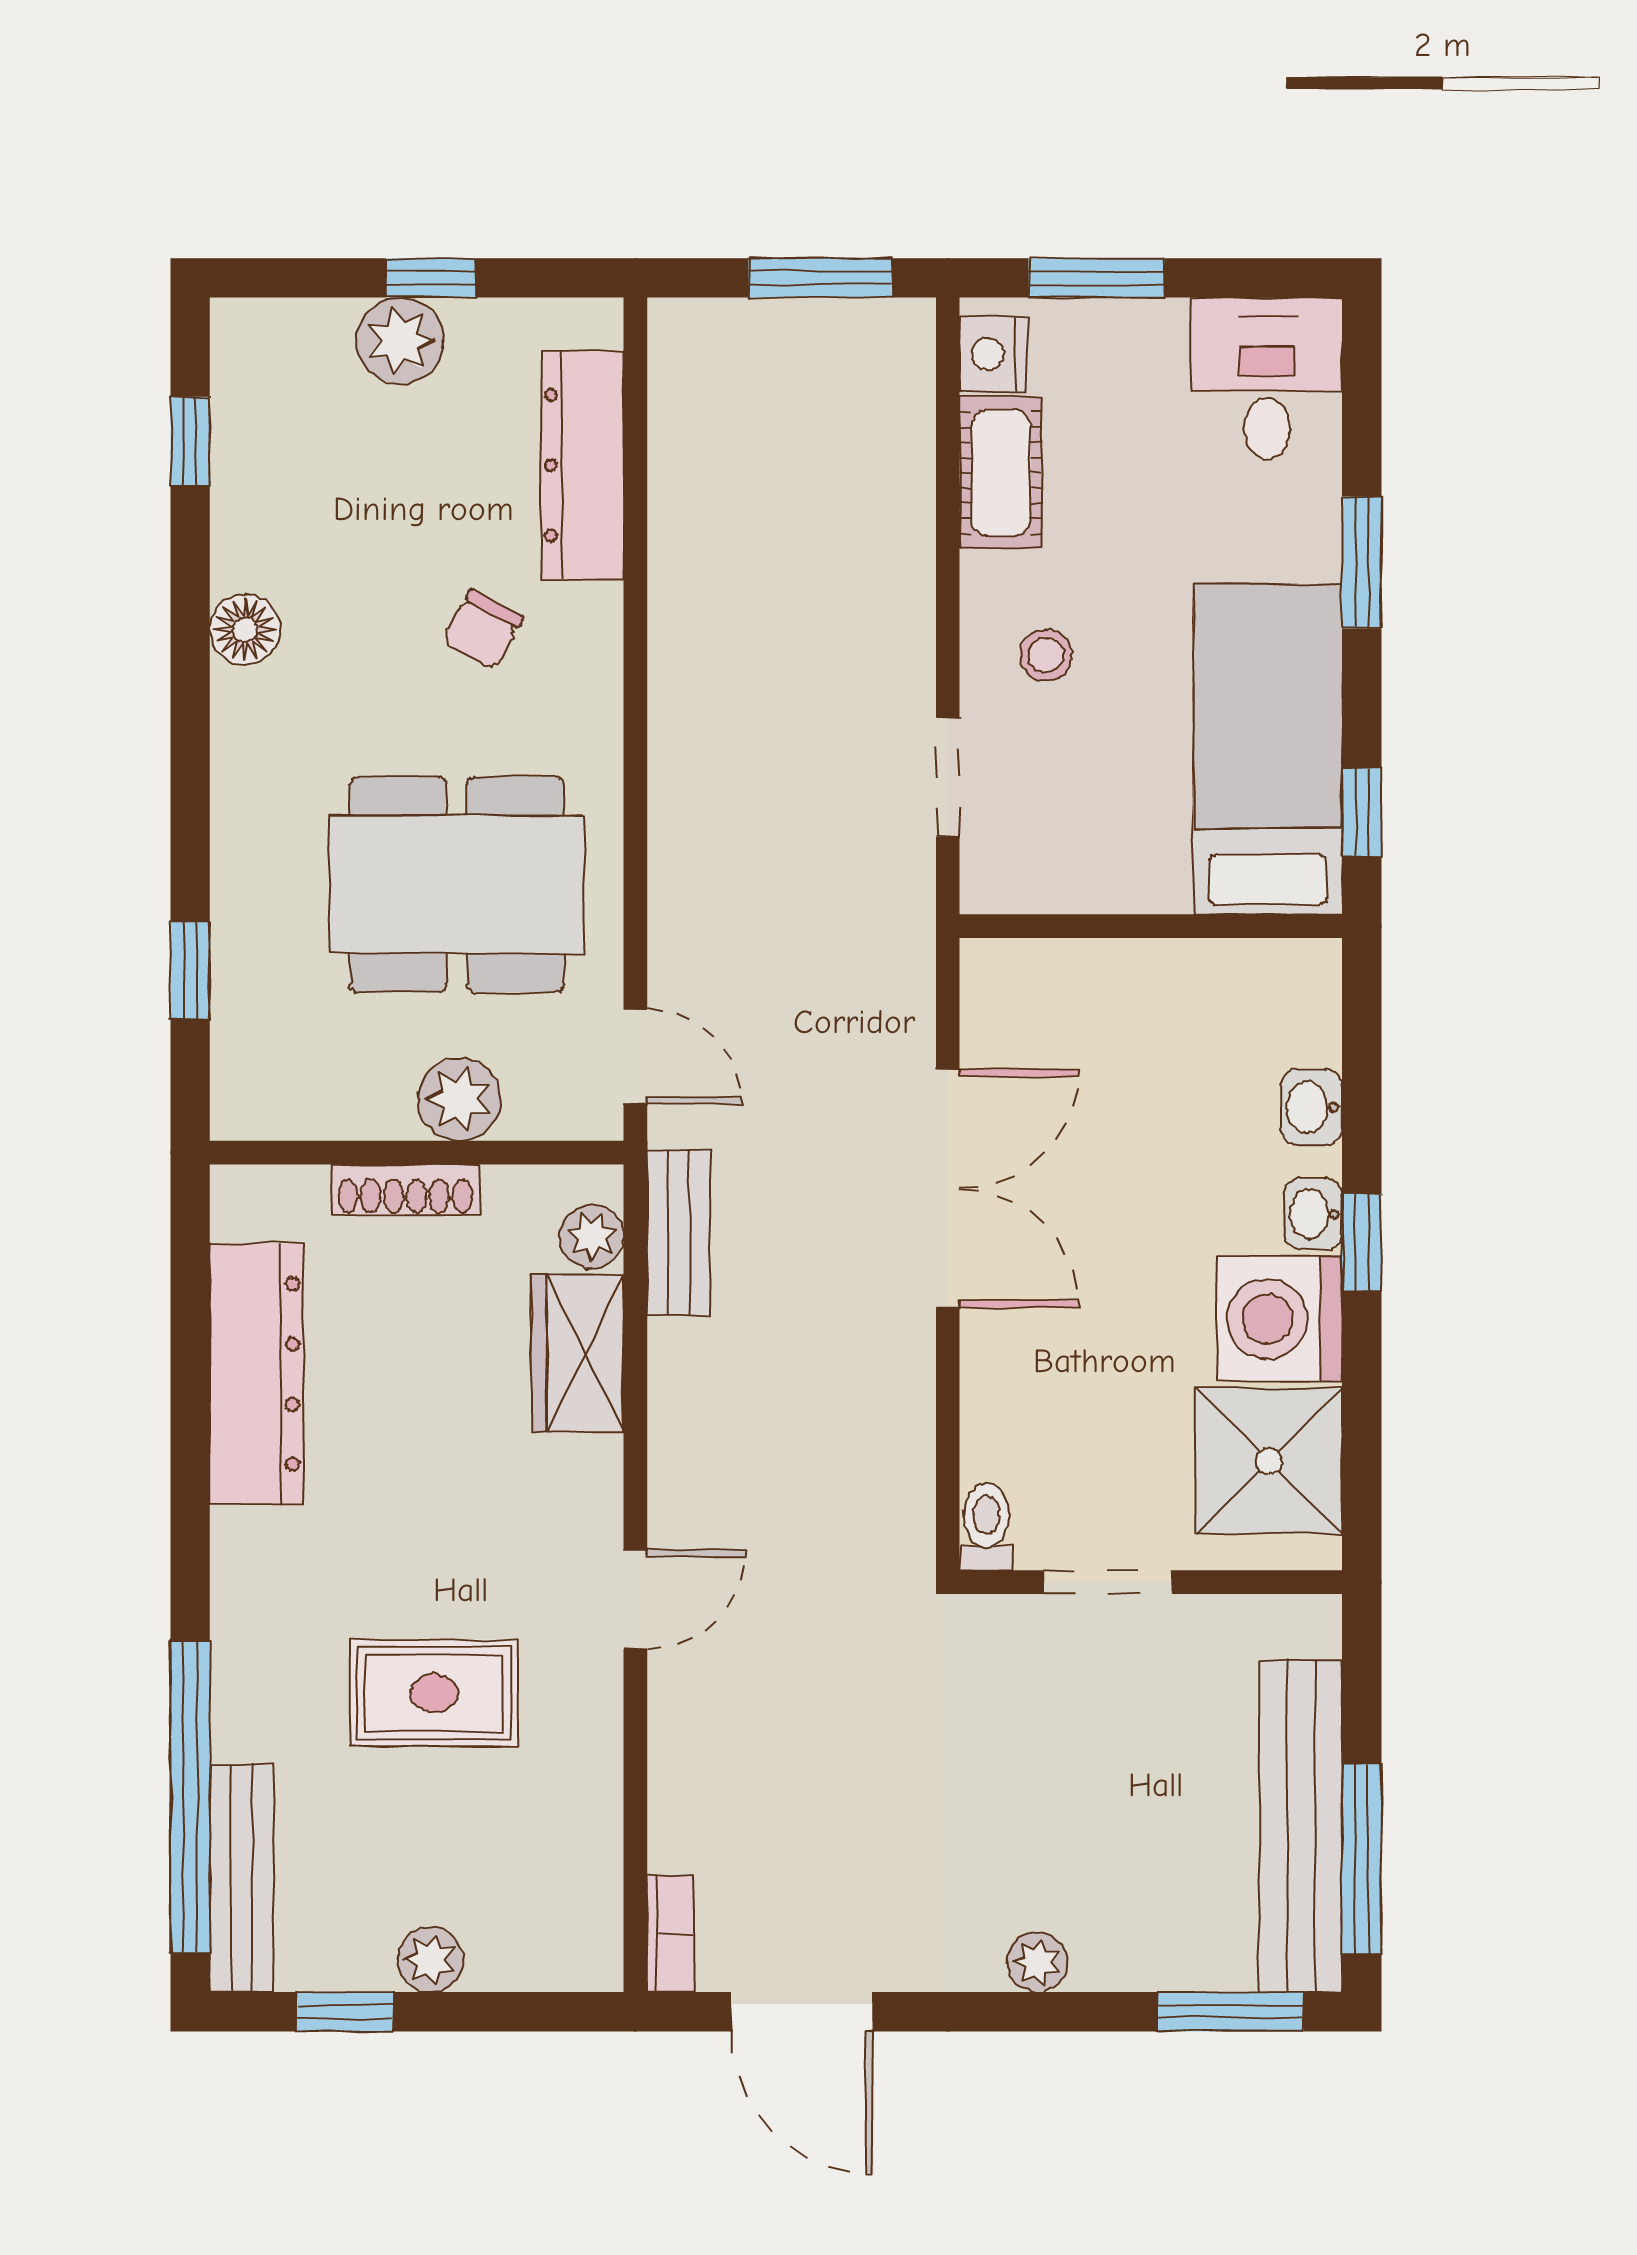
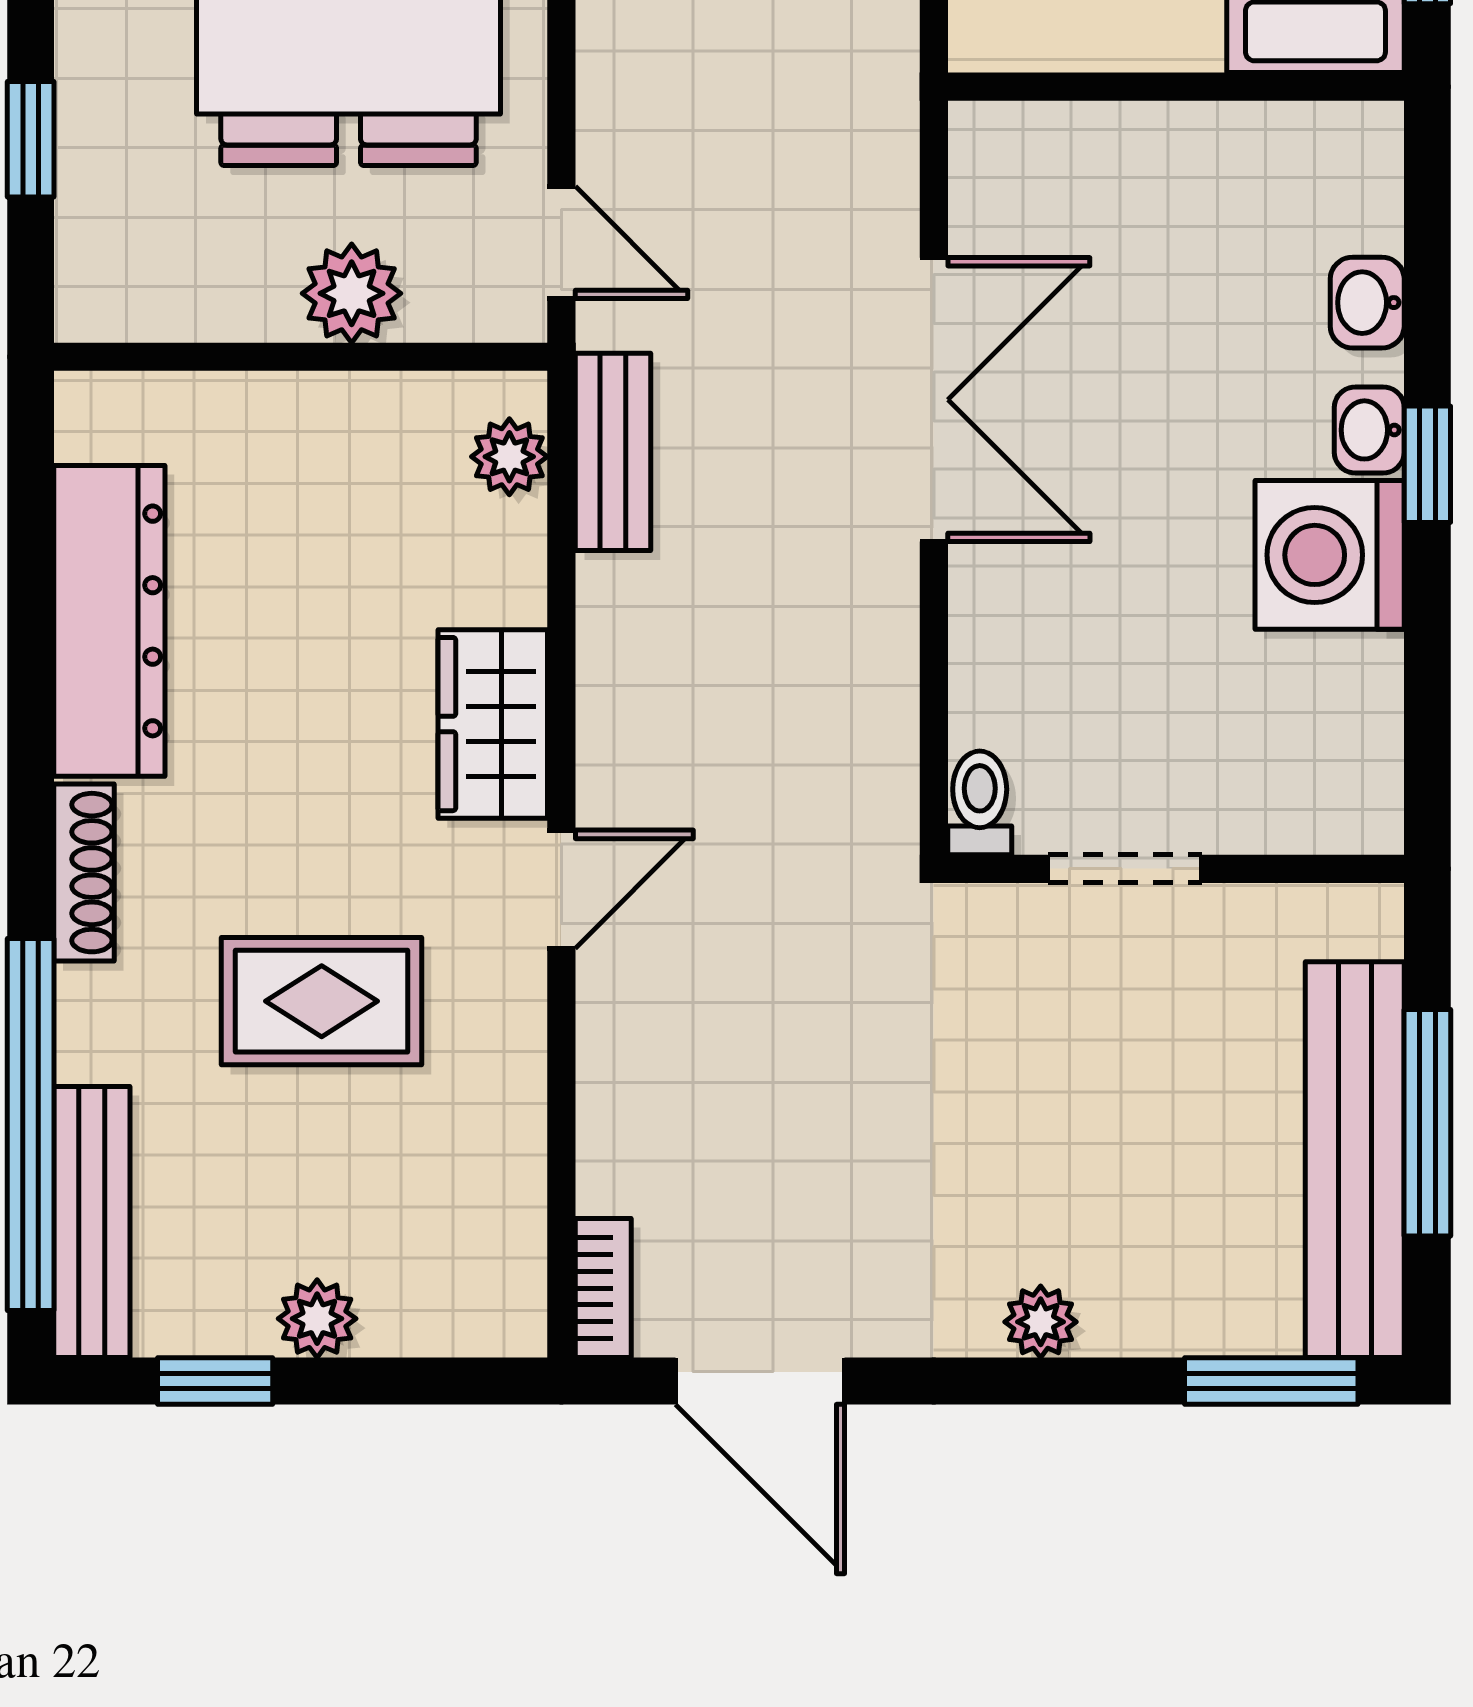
shoe rack: (405, 1190) -> (84, 873), moved, turned -90
wardrobe: (578, 1354) -> (493, 724), moved
shower: (1269, 1461) -> (1317, 724), removed
window: (1362, 1859) -> (1427, 1123), moved

